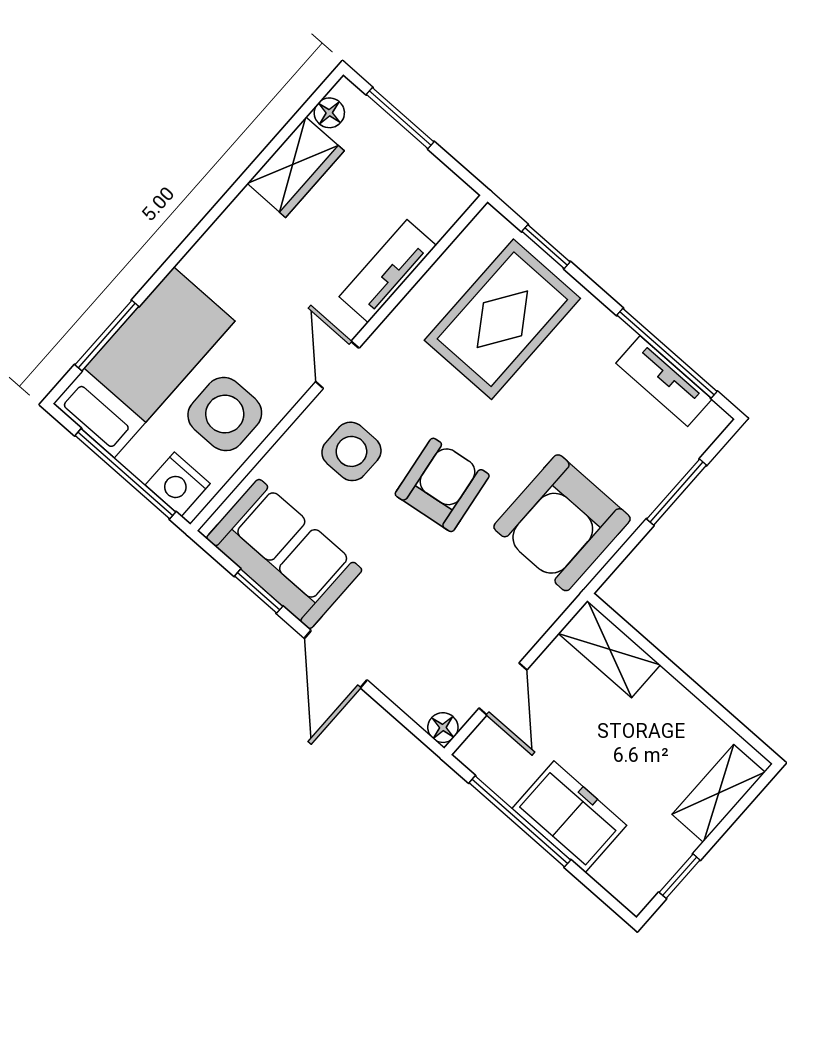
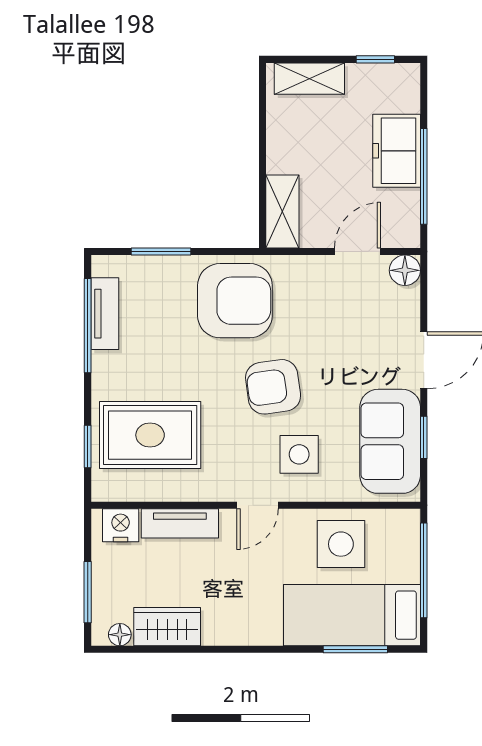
nightstand: (178, 484) -> (121, 525), moved, turned -90
floor lamp: (443, 728) -> (405, 270), width x1.37, depth x1.37

